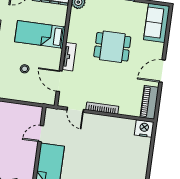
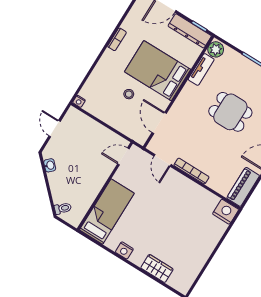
bed: (40, 34) -> (158, 71), width x1.50
tv unit: (69, 57) -> (201, 69), moved
door: (41, 134) -> (123, 156), moved

